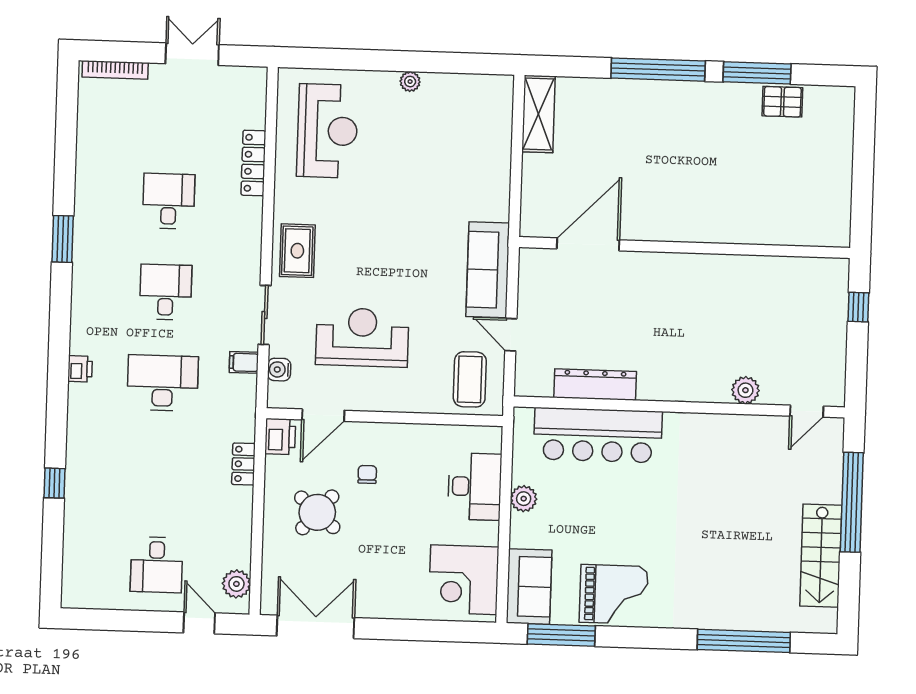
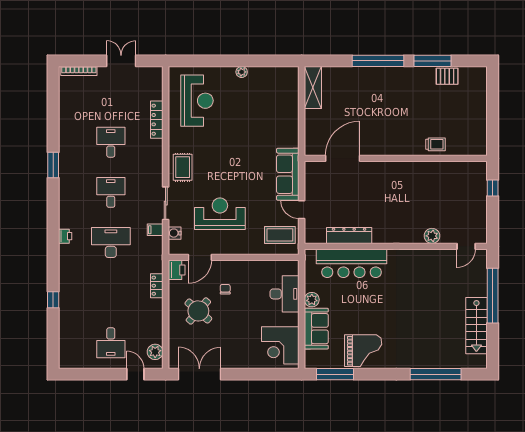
trolley: (757, 224) -> (435, 144), added
coffee table: (470, 379) -> (280, 235), turned 90
sofa: (529, 587) -> (316, 329), moved

